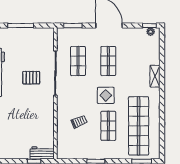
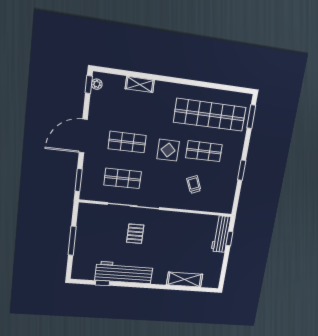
shelving: (155, 76) -> (140, 84), moved
workbench: (42, 153) -> (221, 234), width x1.38

